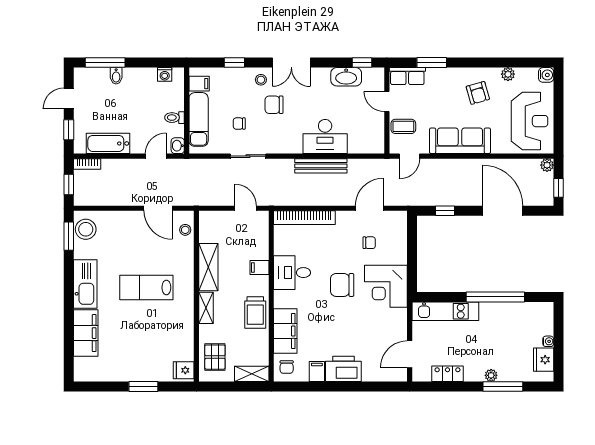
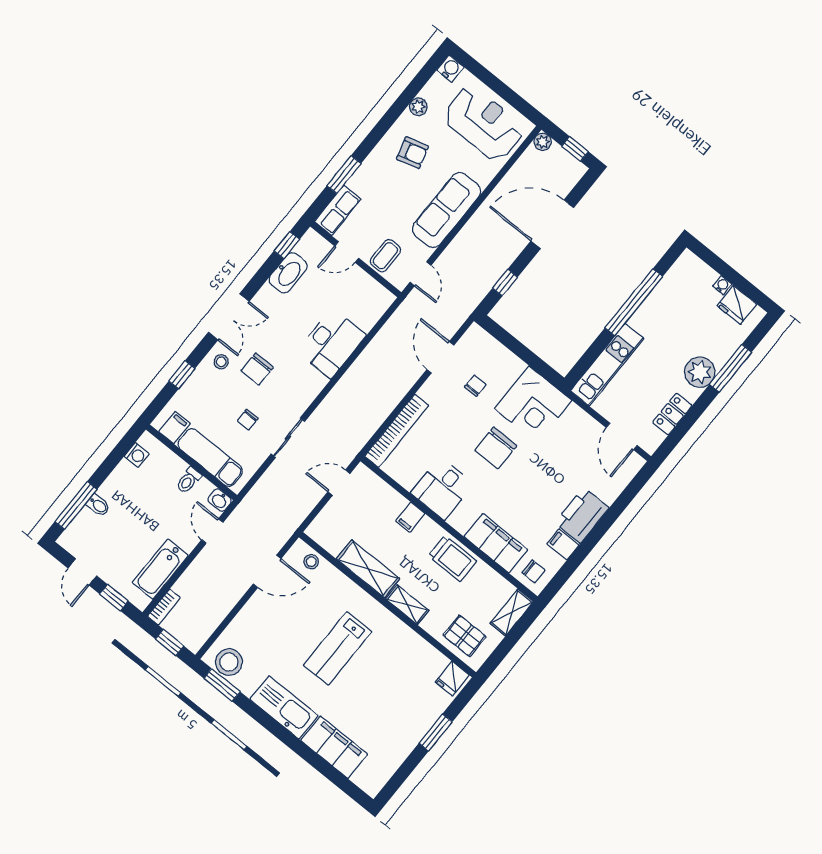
bench: (321, 166) -> (358, 372), removed
plant: (491, 375) -> (700, 372), width x1.88, depth x1.88

